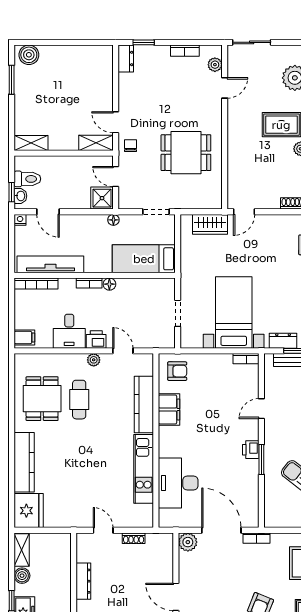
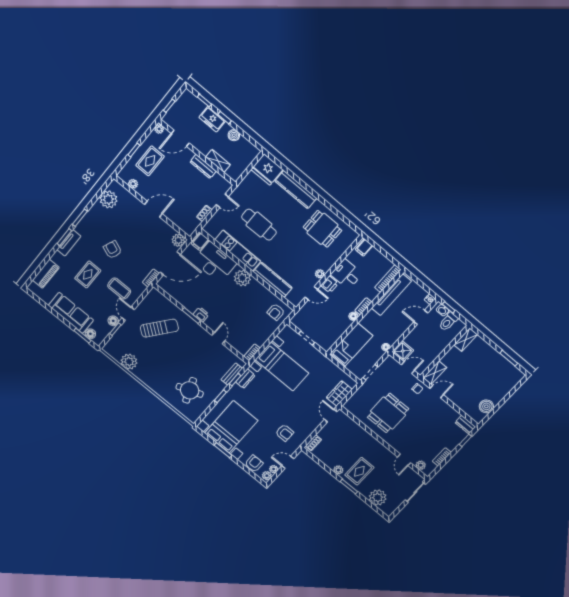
boiler: (29, 55) -> (486, 406), moved
cafe table: (79, 400) -> (259, 225), moved, width x1.37, depth x1.35
filing cabinet: (169, 409) -> (200, 242), moved, width x0.50
plant: (170, 439) -> (242, 278), added
shelving: (22, 550) -> (218, 161), moved

